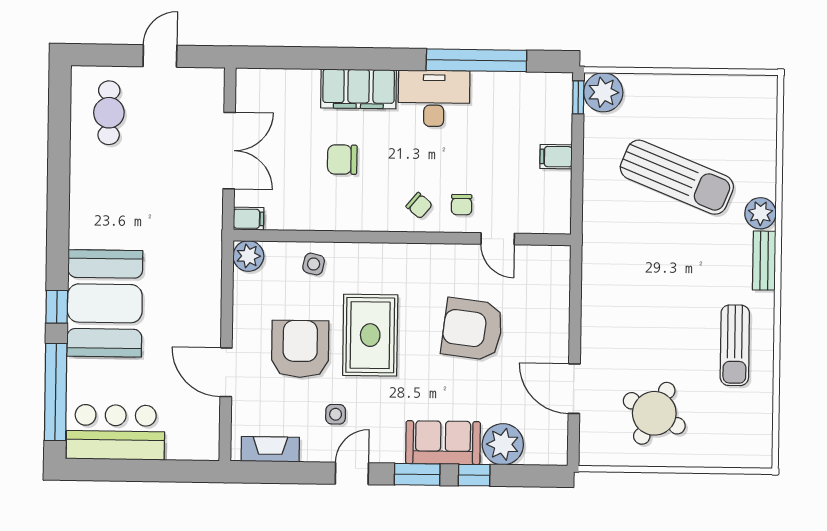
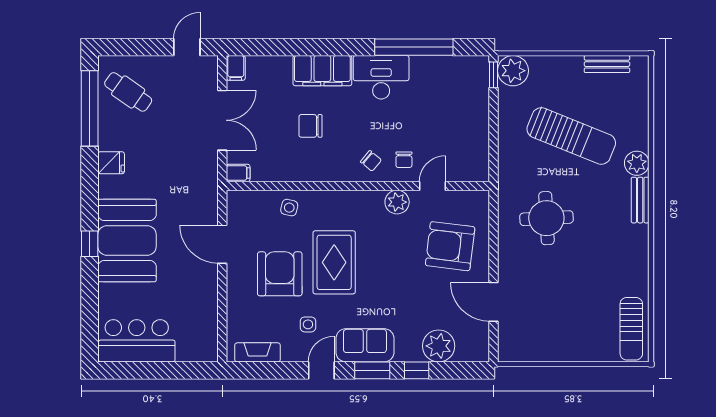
door: (160, 56) -> (187, 47), moved
bench: (724, 86) -> (607, 64), added
cafe table: (109, 113) -> (128, 92), turned -55
filing cabinet: (556, 157) -> (236, 68), moved, turned -90
fridge: (86, 203) -> (111, 163), added
door: (498, 239) -> (432, 186), swing flipped
plant: (248, 256) -> (397, 202), moved
armchair: (472, 329) -> (450, 246), moved
sun lounger: (735, 345) -> (631, 329), moved
door: (226, 372) -> (222, 244), moved
window: (56, 392) -> (90, 108), moved
round table: (654, 413) -> (546, 218), moved, turned -31
sofa: (443, 443) -> (365, 345), moved

